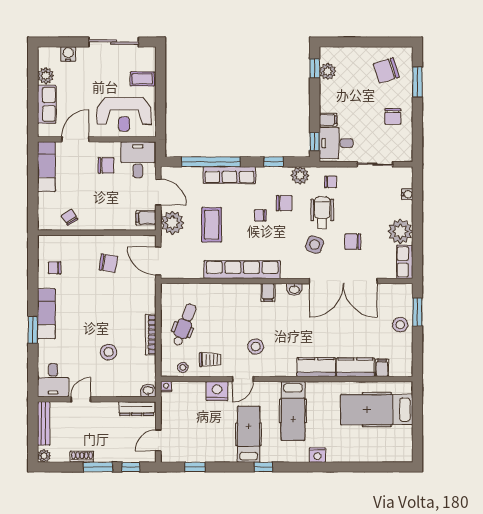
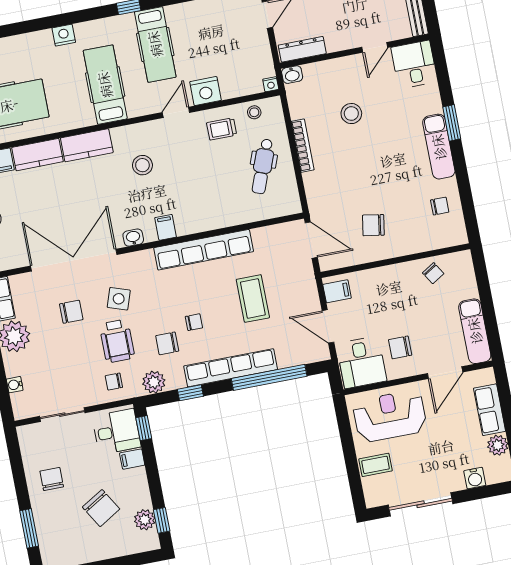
chair: (386, 70) -> (101, 508), moved, turned 76
row of seats: (229, 175) -> (231, 368), width x1.36
plant: (172, 223) -> (303, 292), removed
stool: (256, 347) -> (142, 165), moved

